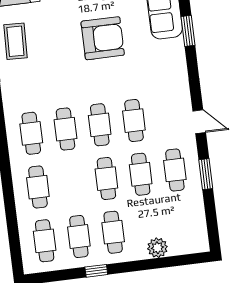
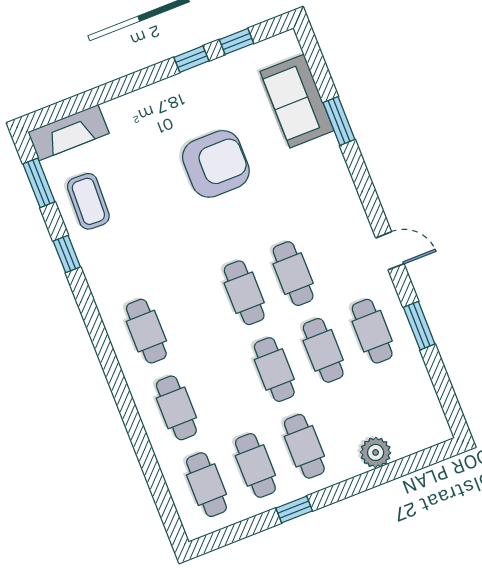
cafe table: (65, 129) -> (195, 312), removed

